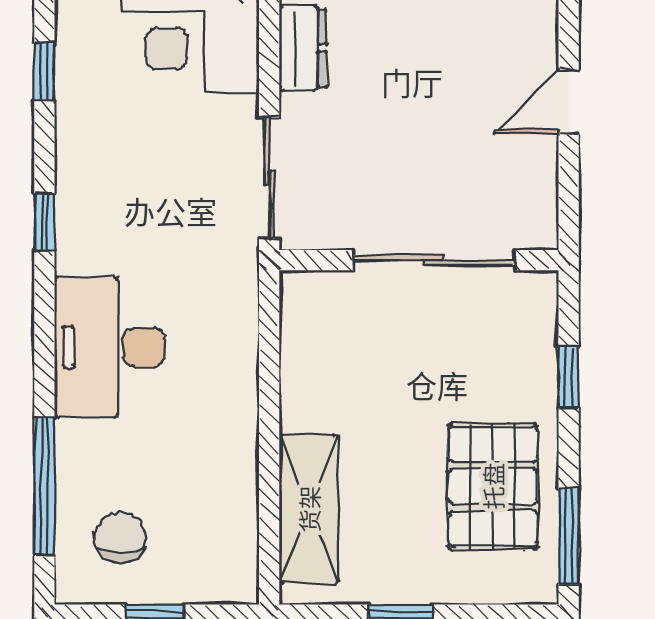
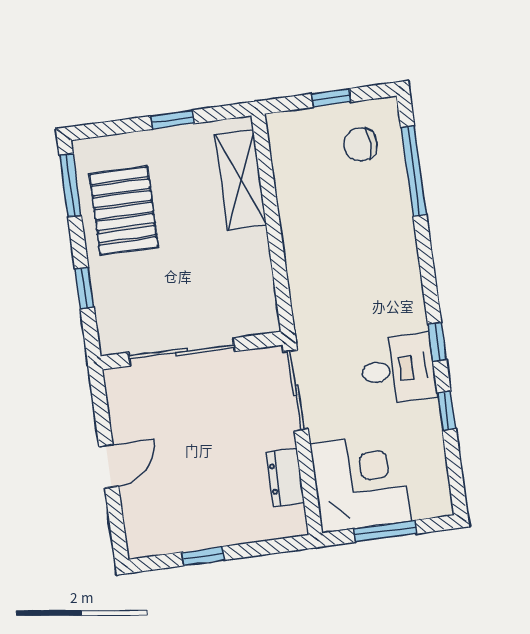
window: (44, 72) -> (447, 411), moved
desk: (109, 347) -> (398, 369), moved, width x0.73
chair: (120, 538) -> (360, 145), turned 90

